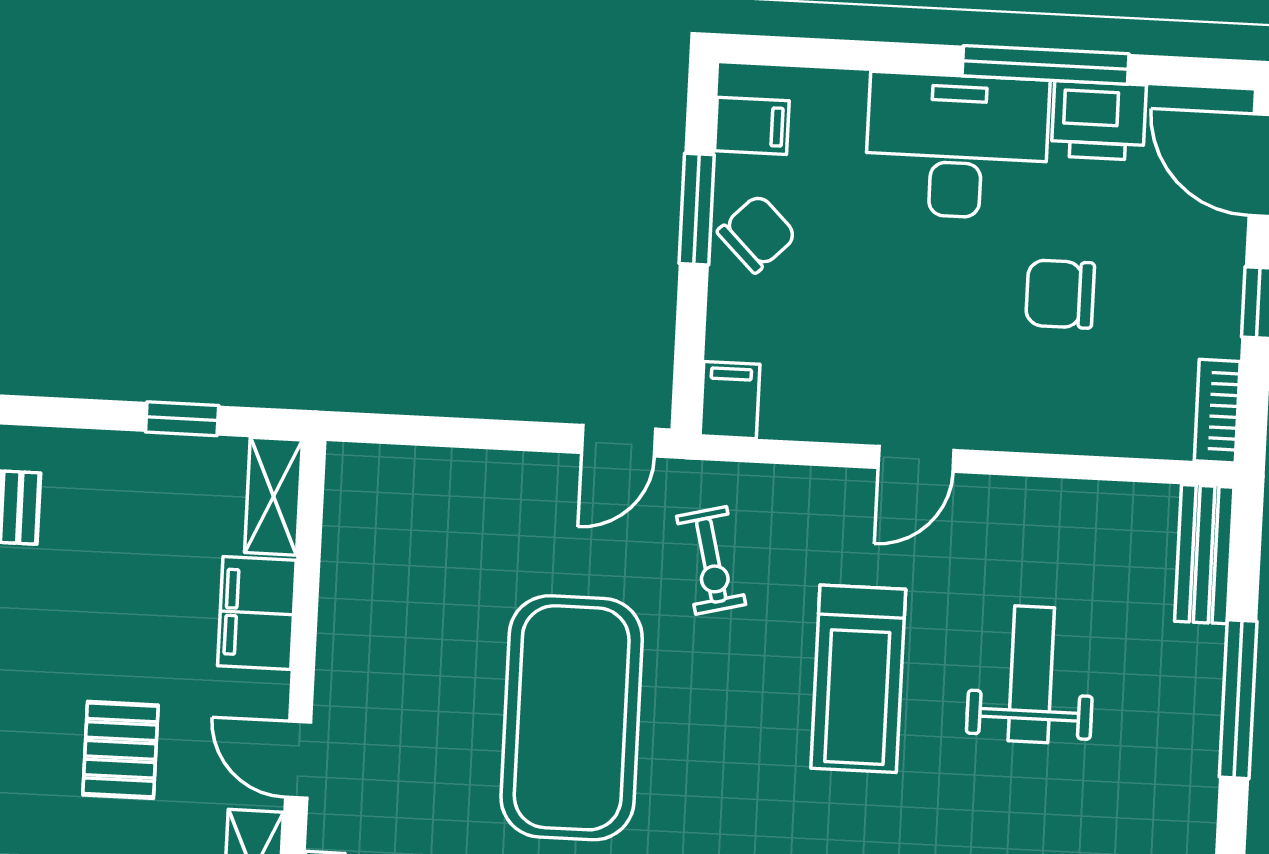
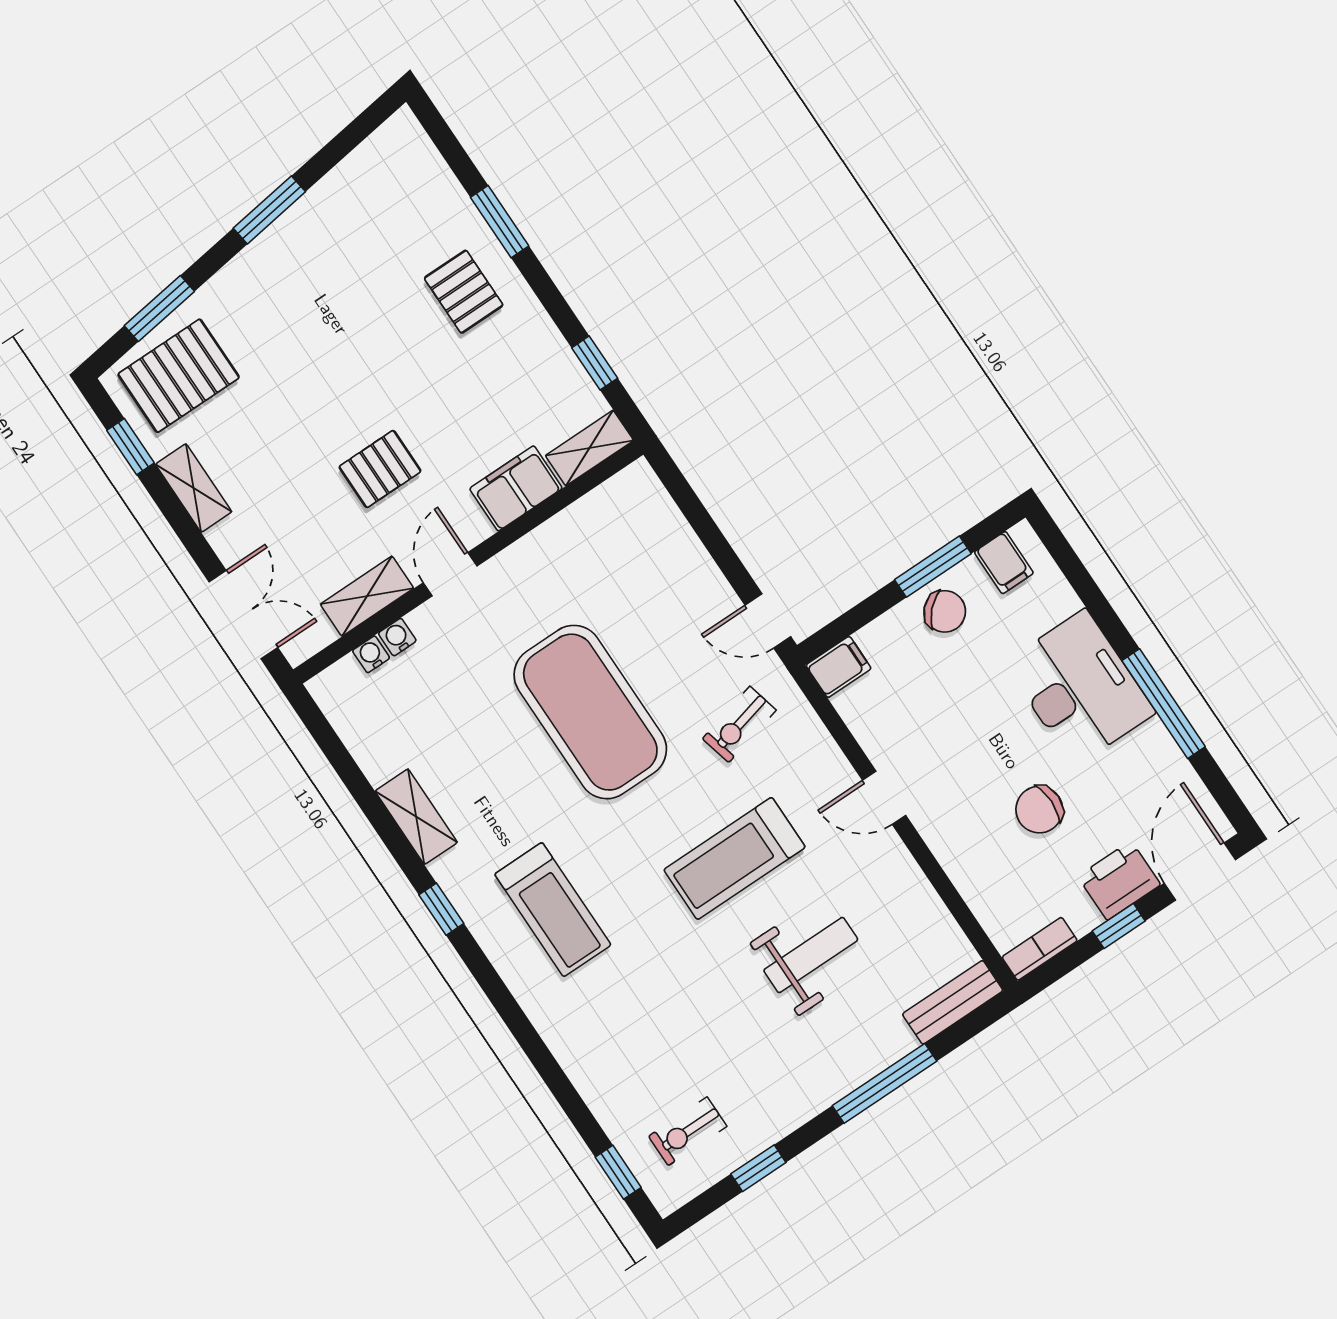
printer: (1099, 120) -> (1119, 880), moved, turned 90
chair: (1060, 294) -> (1039, 810), turned -90
exercise mat: (572, 718) -> (590, 712), turned 90

